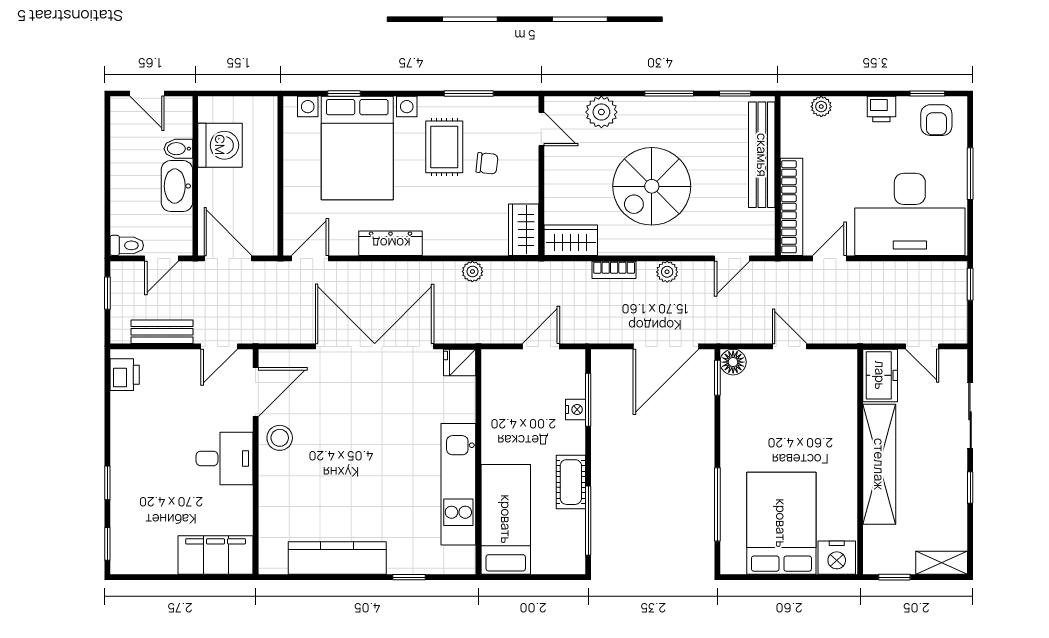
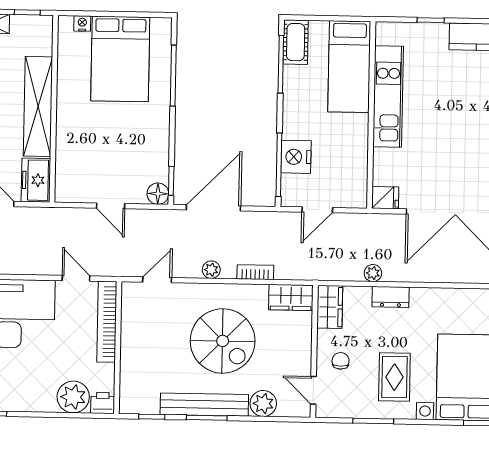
plant: (821, 107) -> (73, 397), width x1.88, depth x1.88
printer: (881, 109) -> (103, 403), moved
bench: (762, 155) -> (204, 405), moved, turned 90
chair: (487, 163) -> (341, 361), moved, turned 84
spiral stairs: (652, 186) -> (223, 341), turned 90
dresser: (391, 243) -> (391, 297), moved, width x0.70
door: (830, 258) -> (76, 278), swing flipped
window: (588, 400) -> (279, 165), width x1.44
nightstand: (576, 410) -> (296, 157), width x1.89, depth x1.79
cot: (571, 482) -> (296, 42), moved
nightstand: (837, 558) -> (82, 23), width x0.53, depth x0.56

